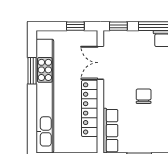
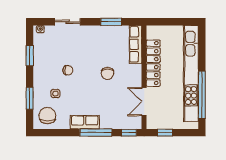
double door: (100, 63) -> (144, 102), swing flipped
window: (32, 71) -> (202, 95), width x2.11

